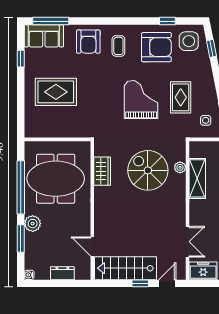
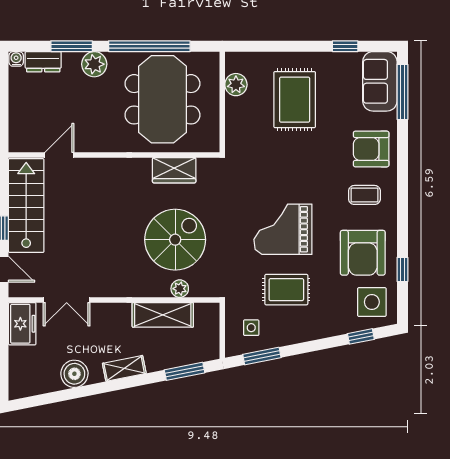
grand piano: (141, 100) -> (283, 229), turned 180
plant: (46, 130) -> (236, 85), added
dresser: (62, 273) -> (43, 62), moved, turned 90

